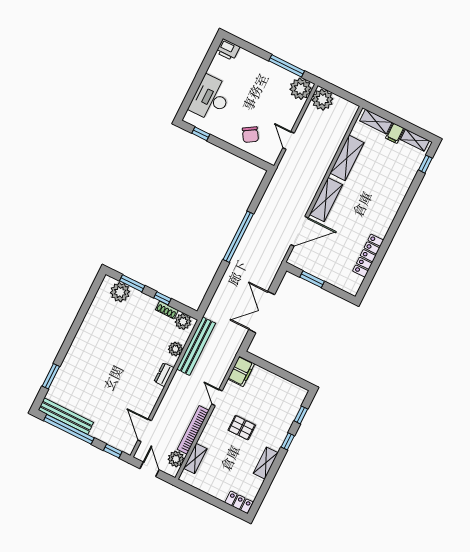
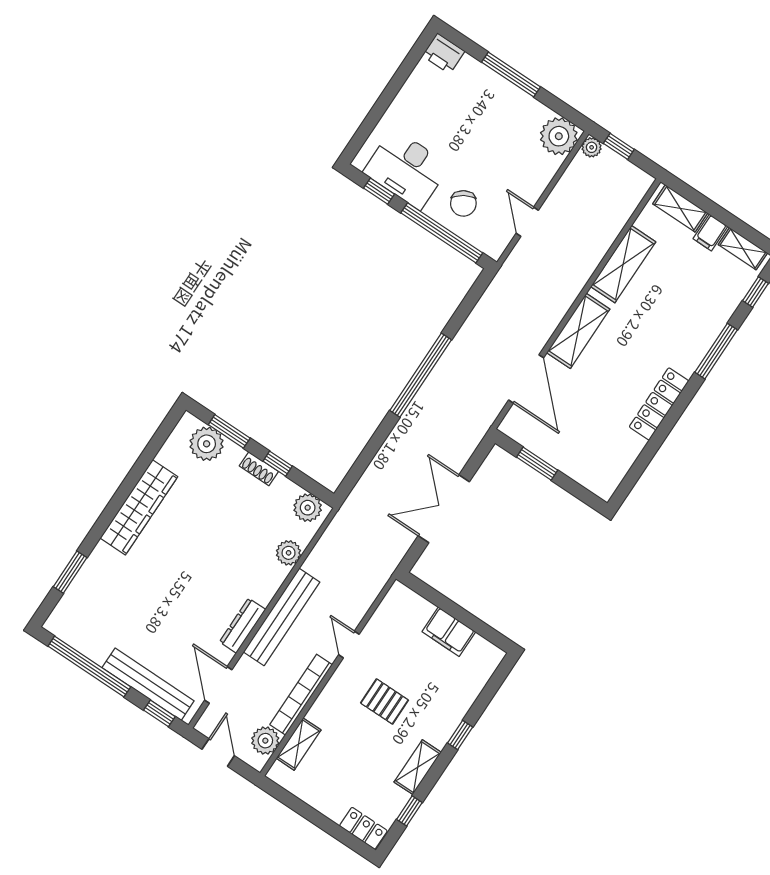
window: (287, 66) -> (511, 75), moved
window: (336, 90) -> (619, 146), added
desk: (211, 98) -> (406, 169), moved, turned -90
plant: (322, 100) -> (592, 147), width x0.53, depth x0.53
window: (240, 153) -> (442, 233), added
window: (407, 201) -> (716, 351), added
door: (299, 231) -> (526, 379), hinge flipped
locker: (368, 256) -> (659, 404), moved
shoe rack: (167, 310) -> (259, 469), moved
wardrobe: (86, 334) -> (139, 507), added
bench: (196, 346) -> (282, 617), moved
filing cabinet: (241, 371) -> (449, 632), moved, turned 90
dresser: (164, 375) -> (243, 626), moved, width x1.44
window: (301, 415) -> (409, 811), moved
bench: (66, 416) -> (148, 684), moved

